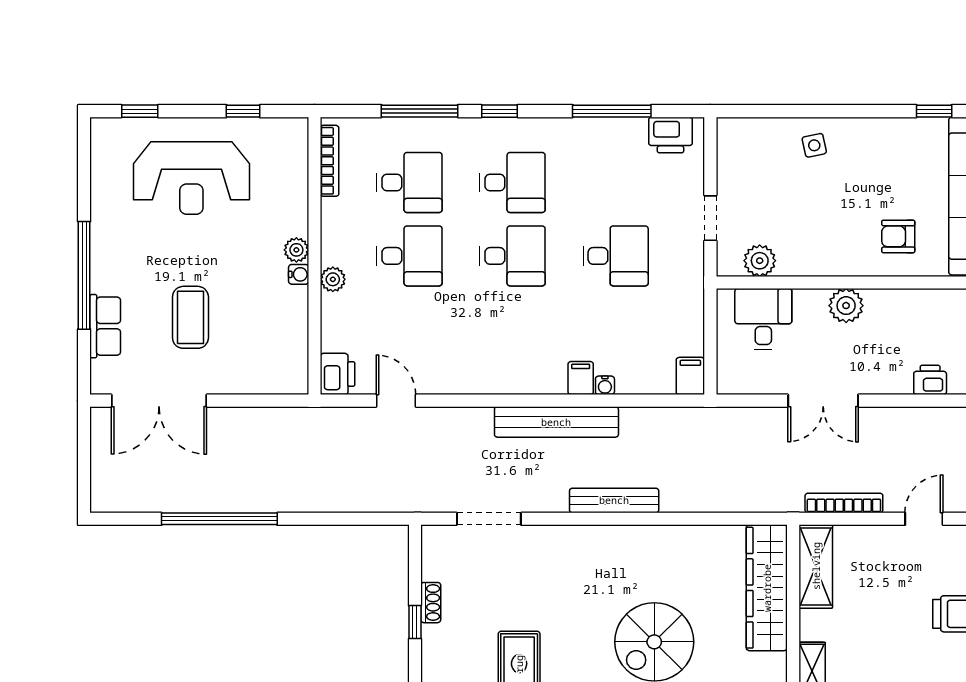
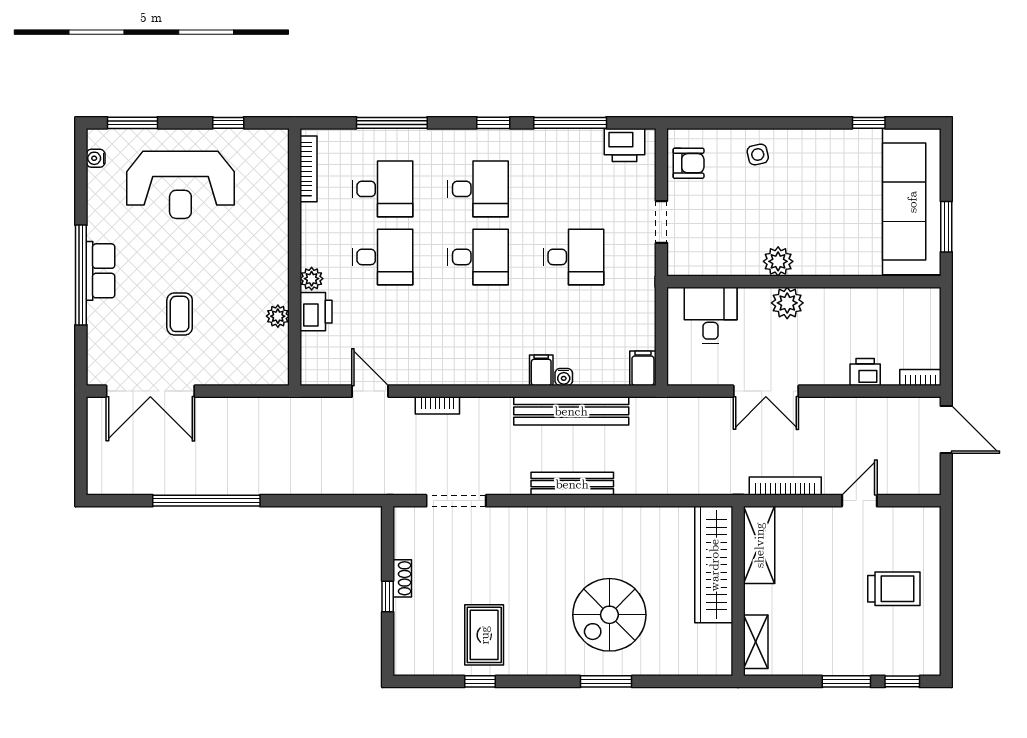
window: (140, 111) -> (132, 123), width x1.50
window: (499, 111) -> (493, 123), moved
armchair: (898, 236) -> (689, 163), moved, turned 180
plant: (296, 250) -> (278, 316), moved
plant: (760, 261) -> (778, 261), moved
water cooler: (299, 274) -> (96, 158), moved, turned 180
coffee table: (190, 317) -> (180, 314), width x0.73, depth x0.77
row of seats: (105, 326) -> (101, 271), moved
printer: (338, 374) -> (316, 312), moved
bookcase: (469, 416) -> (437, 405), added
bench: (556, 422) -> (571, 411), moved

